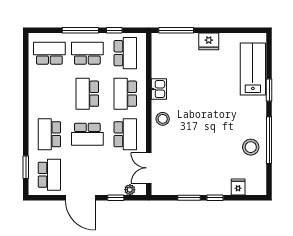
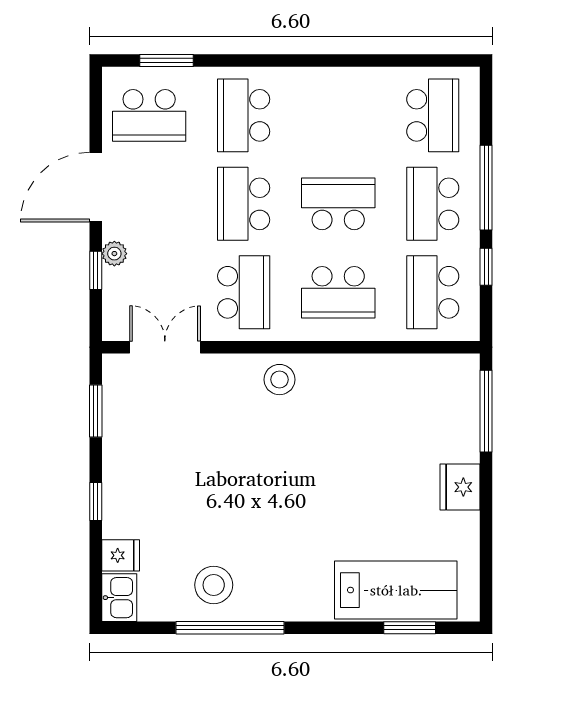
school desk: (87, 53) -> (433, 204), turned 180
school desk: (125, 53) -> (433, 292), turned 90
kitchen sink: (159, 89) -> (119, 598), moved, turned -90
window: (269, 90) -> (410, 628), moved
school desk: (125, 94) -> (338, 292), turned 180
school desk: (49, 134) -> (244, 115), turned -90
school desk: (125, 134) -> (244, 292), turned -90
plant: (130, 190) -> (114, 254), moved
window: (189, 198) -> (96, 411), moved

